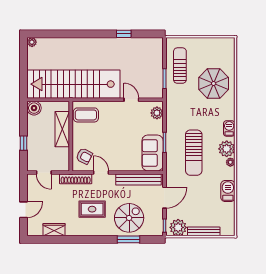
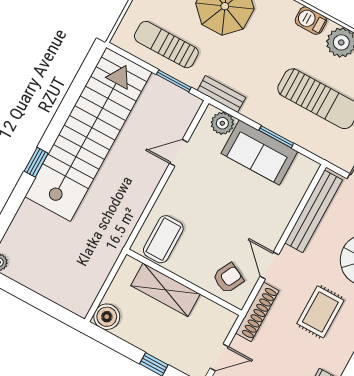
window: (124, 34) -> (36, 162), moved
stairs: (73, 84) -> (88, 134), moved, turned 180
bench: (171, 105) -> (221, 94), added
sofa: (153, 153) -> (259, 152), moved
door: (101, 173) -> (269, 265), hinge flipped

